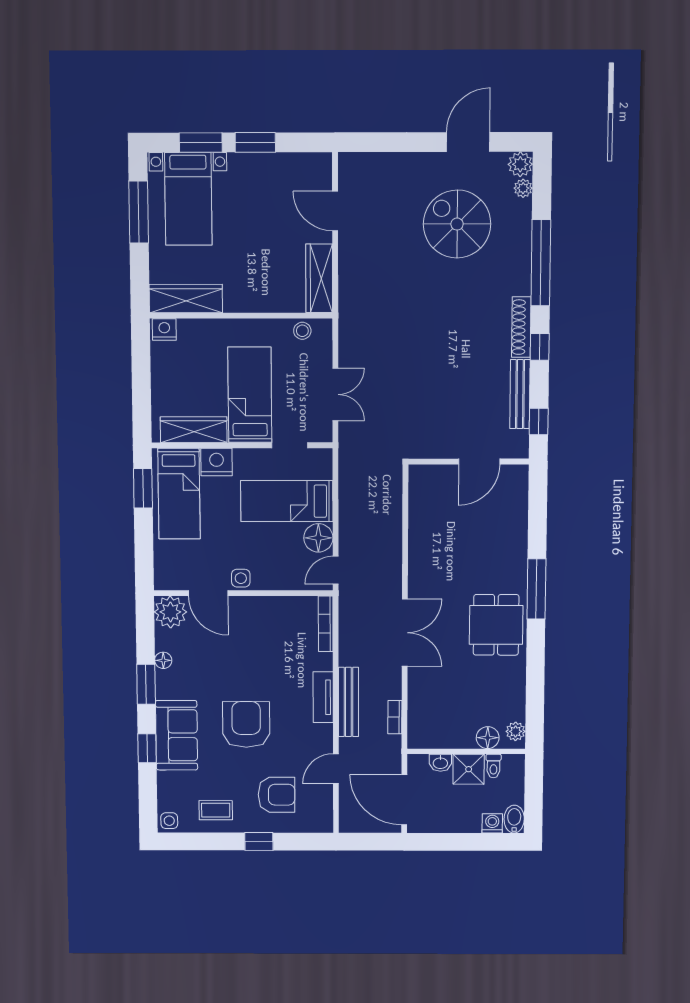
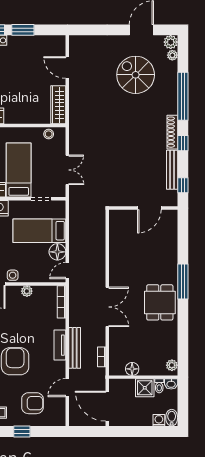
plant: (266, 605) -> (27, 291), added
floor lamp: (488, 738) -> (132, 369), moved
washbasin: (440, 763) -> (171, 384), moved

